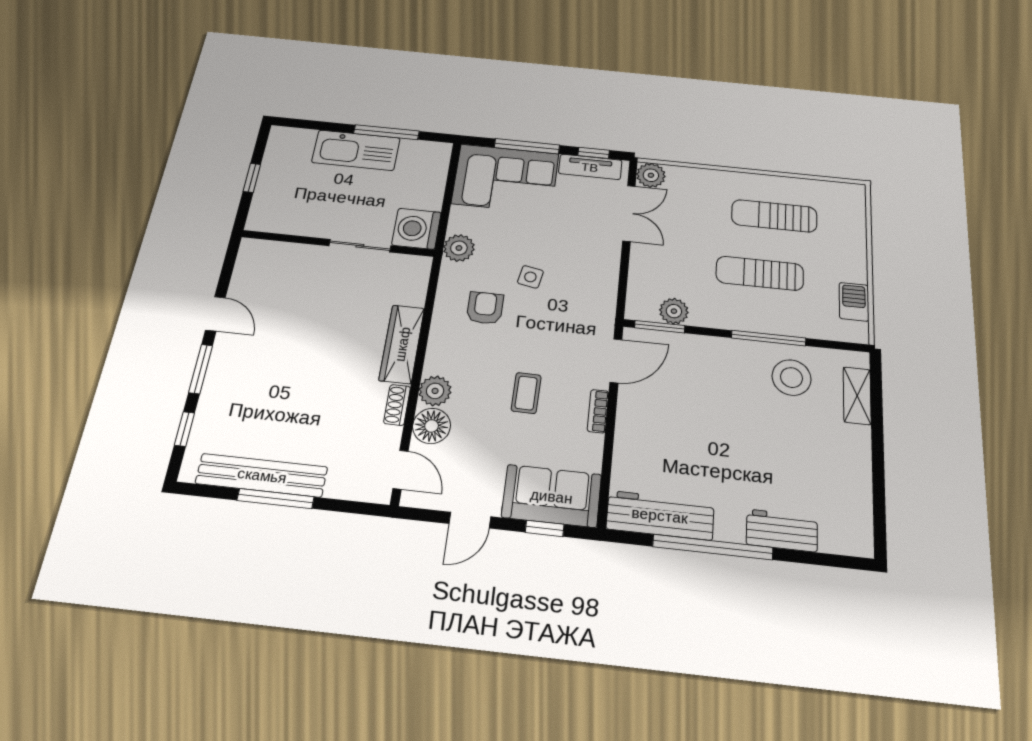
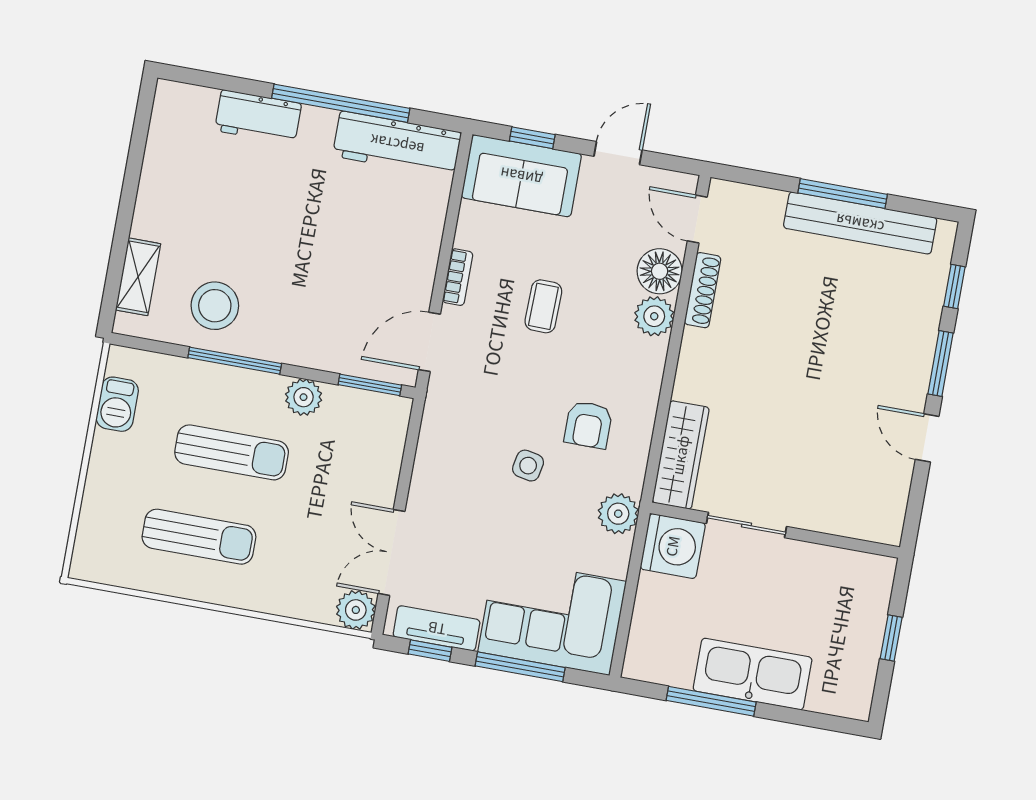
plant: (674, 311) -> (304, 397), moved
wardrobe: (402, 344) -> (681, 455), moved
shoe rack: (397, 405) -> (703, 290), width x1.43

